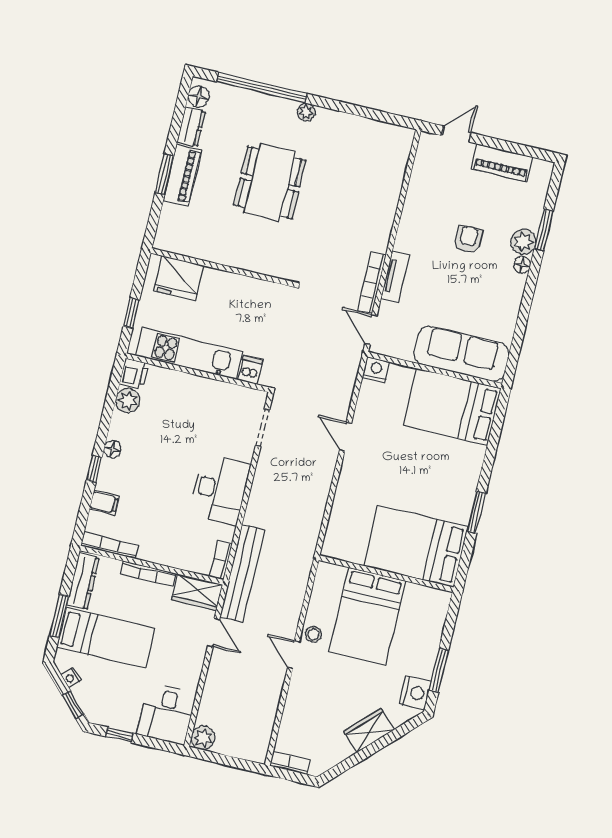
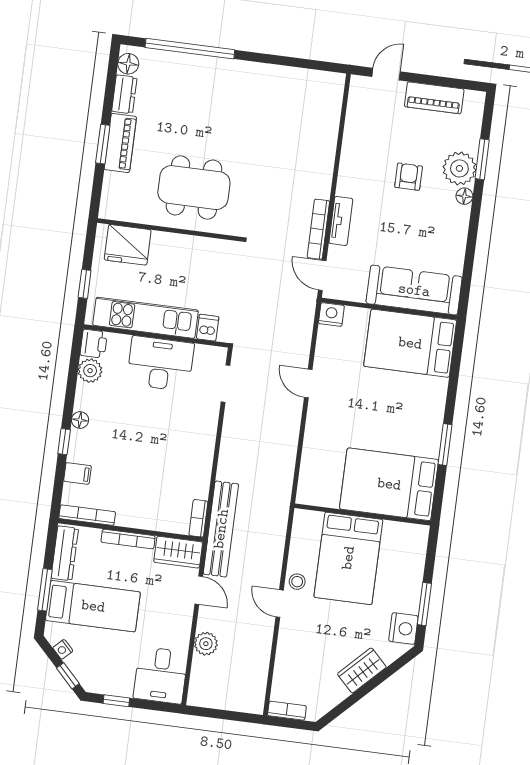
plant: (306, 112) -> (236, 68), removed
dining table: (270, 183) -> (194, 188), moved, turned 90
plant: (523, 242) -> (459, 168), width x1.36, depth x1.36
desk: (220, 489) -> (160, 364), moved, turned -90
plant: (203, 738) -> (206, 644), moved

